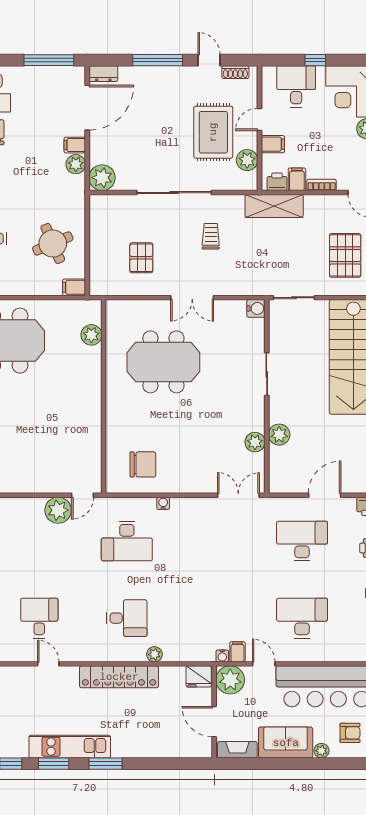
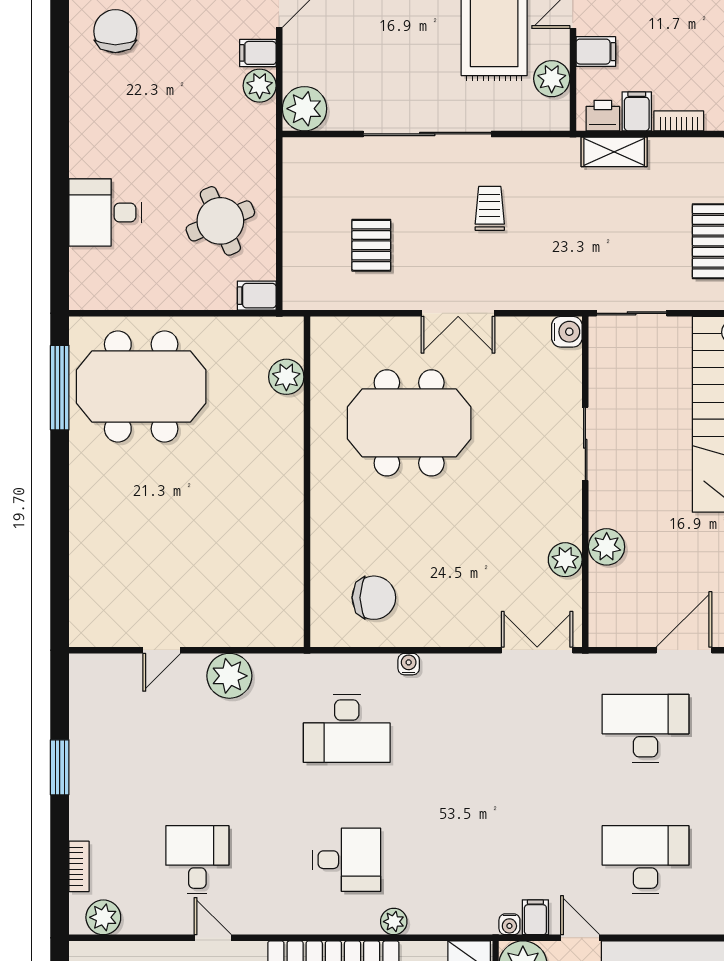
shelving: (274, 206) -> (614, 152), width x0.67, depth x0.75
door: (83, 495) -> (162, 650), moved

